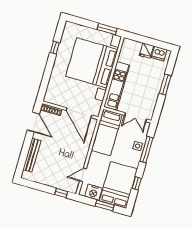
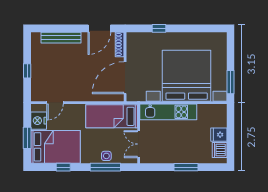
window: (55, 48) -> (159, 28), moved
door: (83, 175) -> (55, 103), swing flipped
window: (61, 193) -> (27, 71), moved

